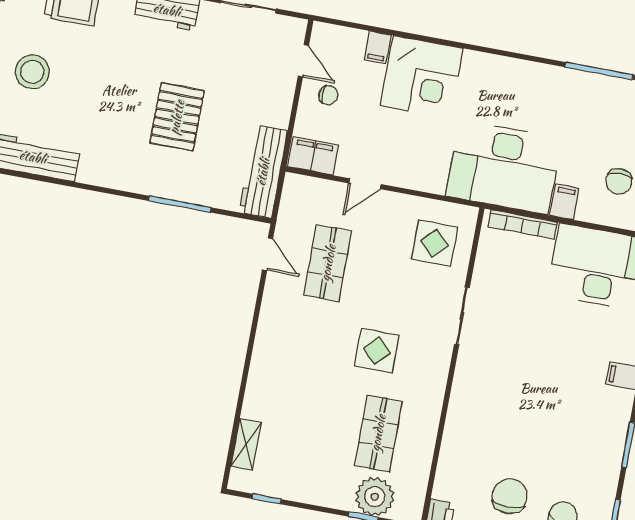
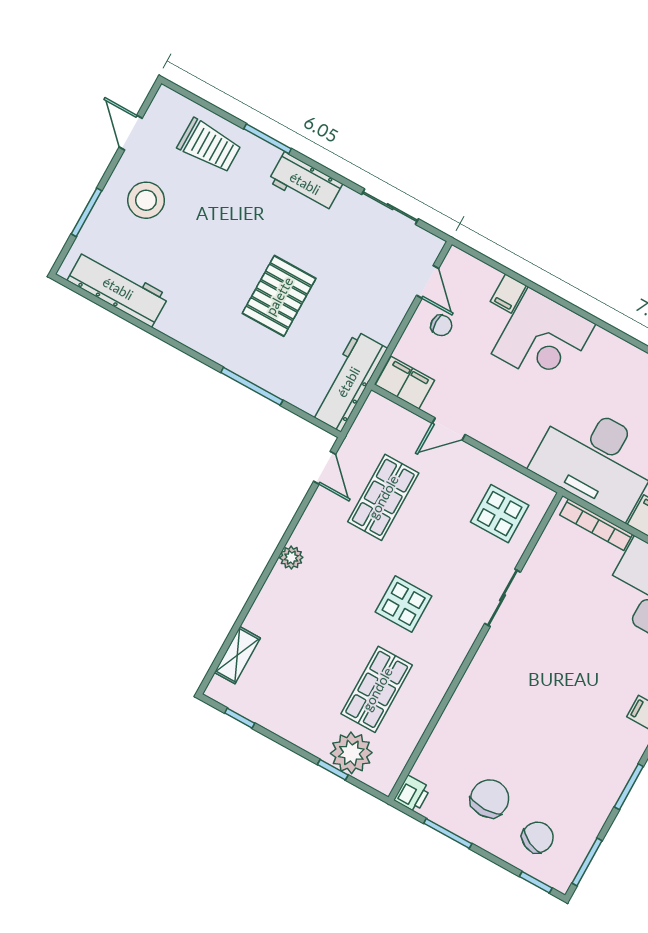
plant: (265, 343) -> (291, 558), added

